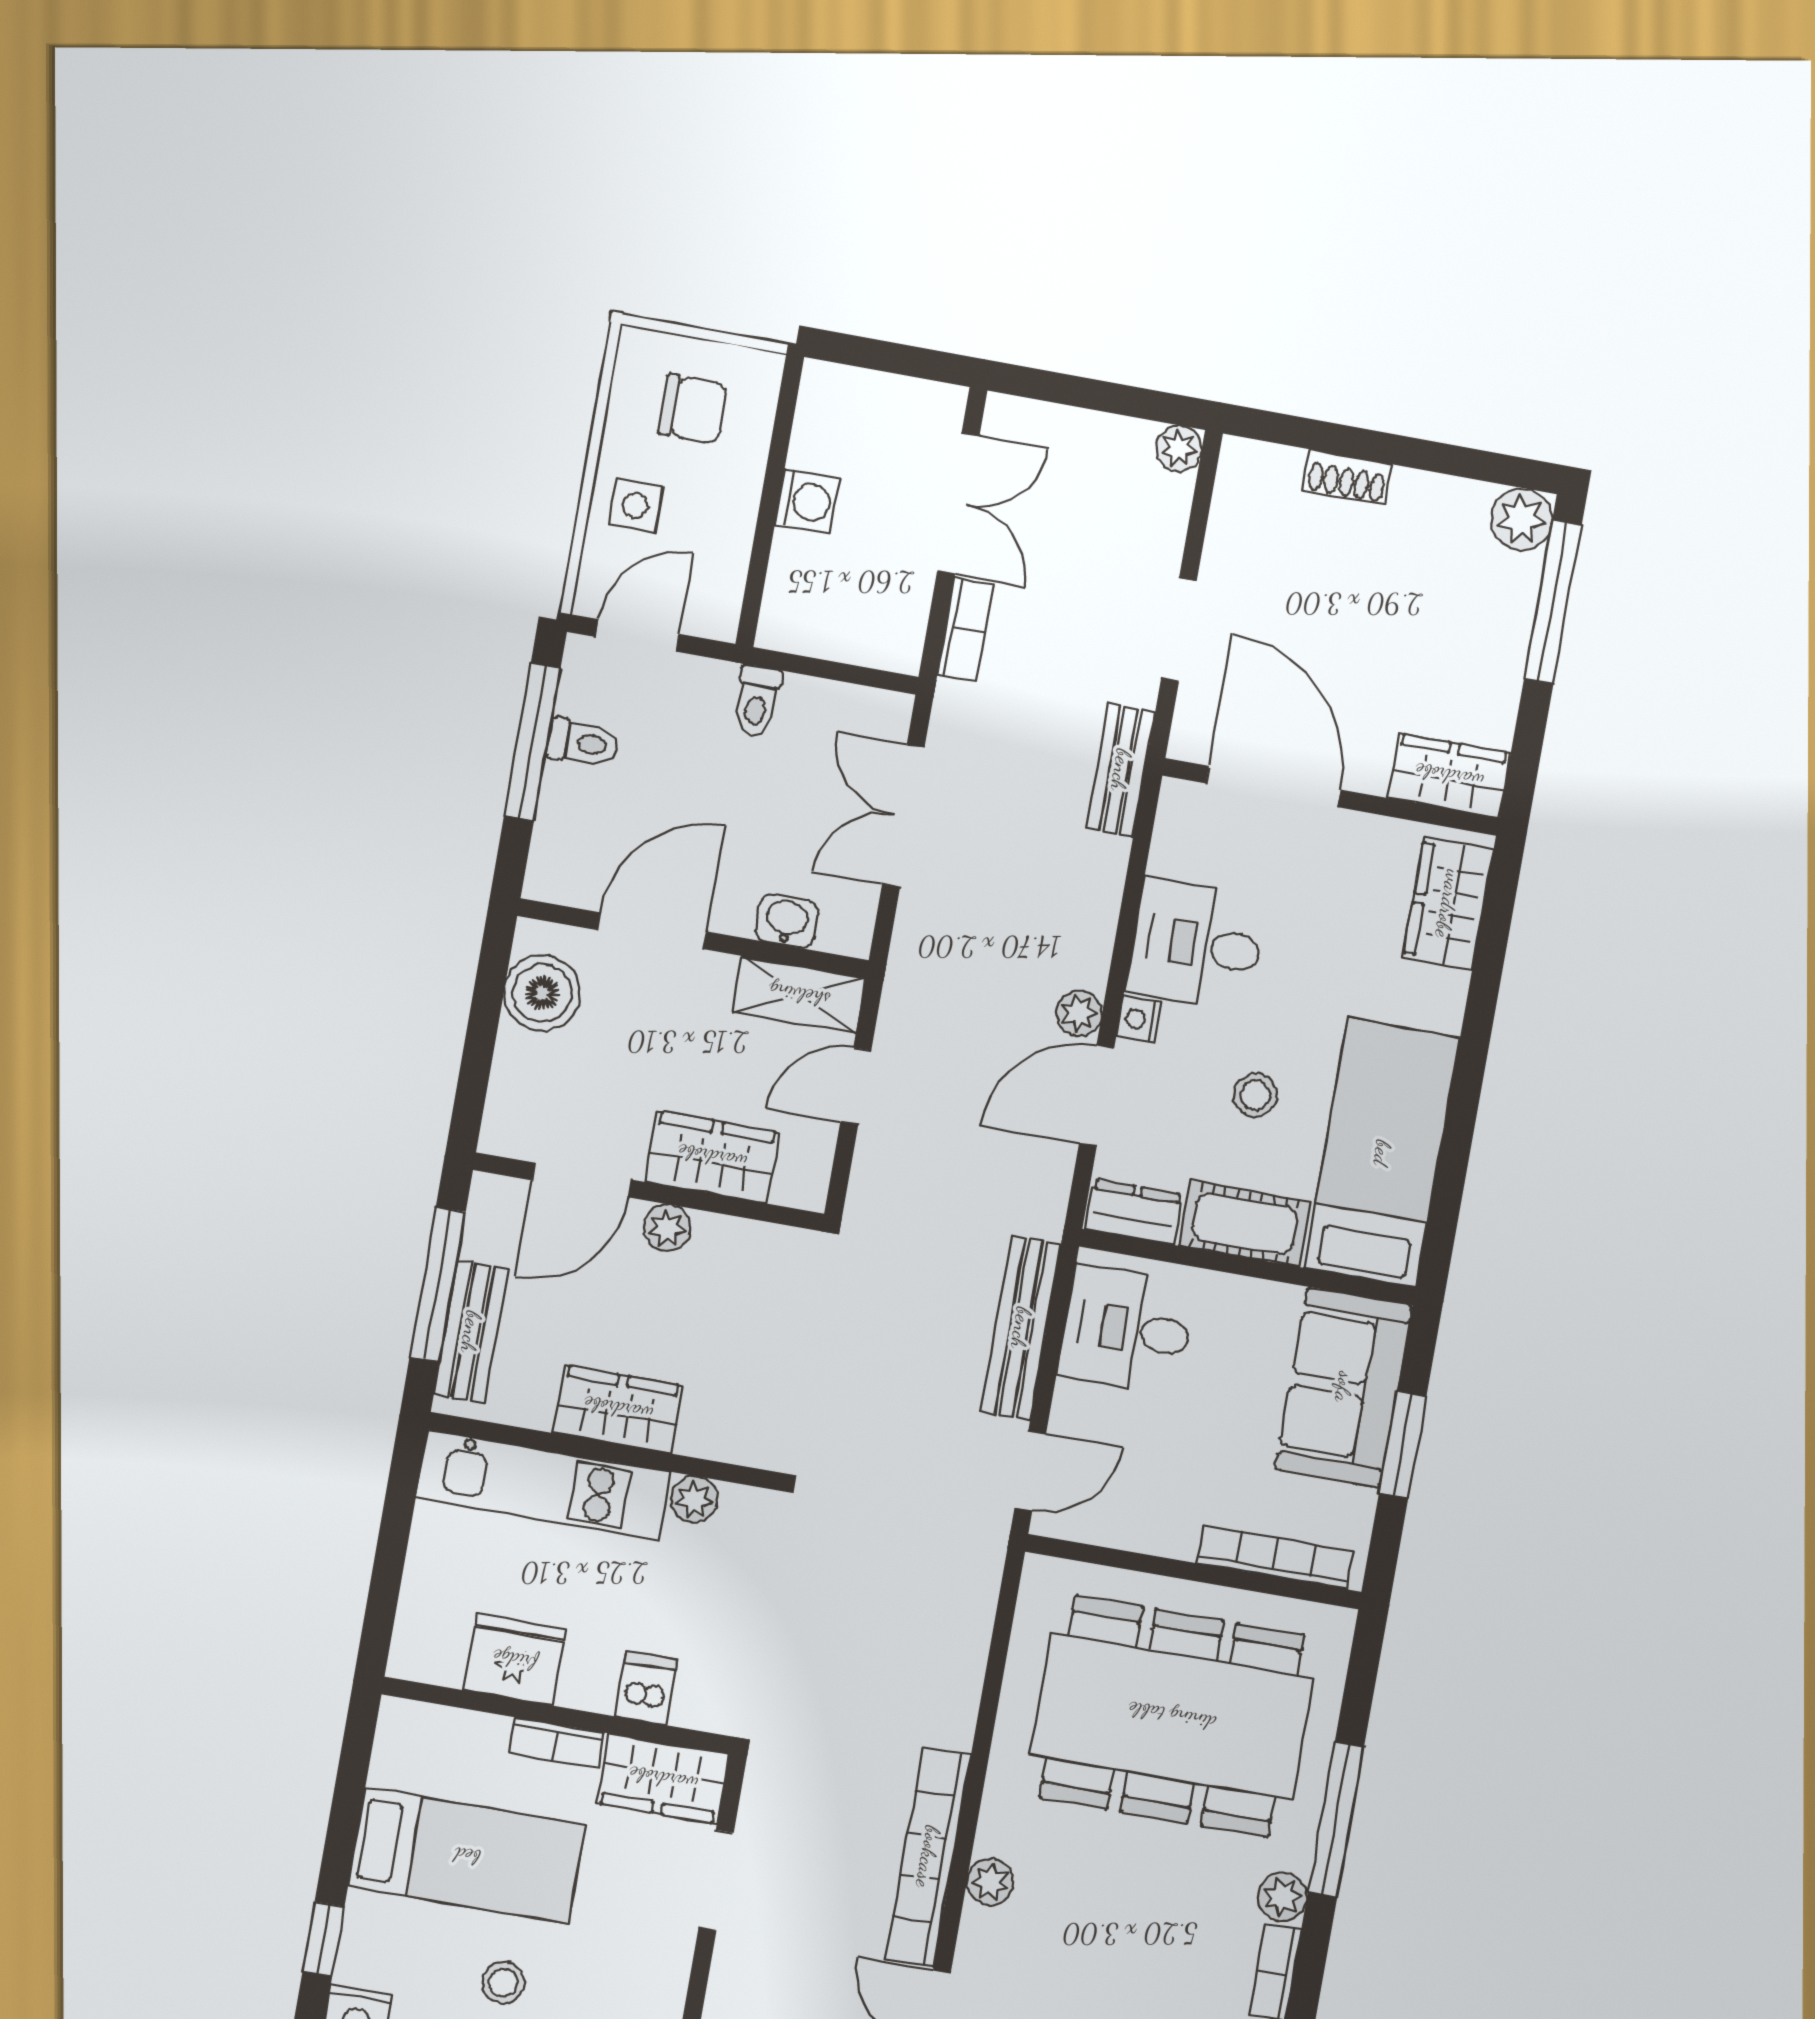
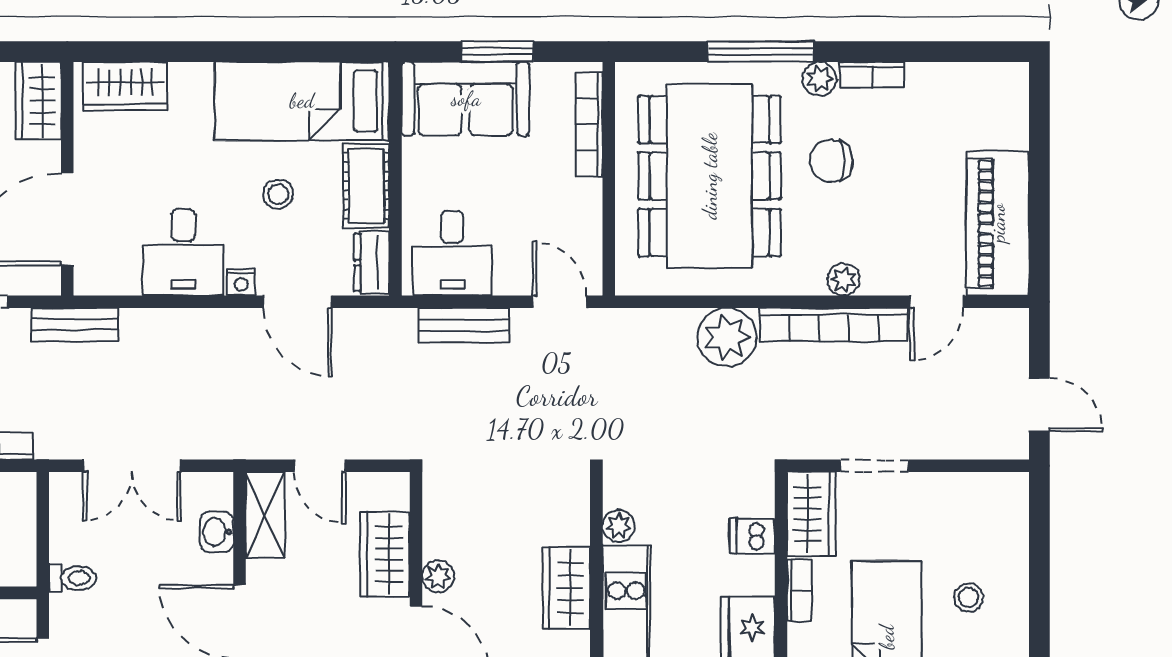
plant: (1079, 1013) -> (727, 337), moved, width x1.88, depth x1.88
bench: (1021, 1328) -> (464, 325), width x0.73
chair: (1163, 1894) -> (831, 161), added

